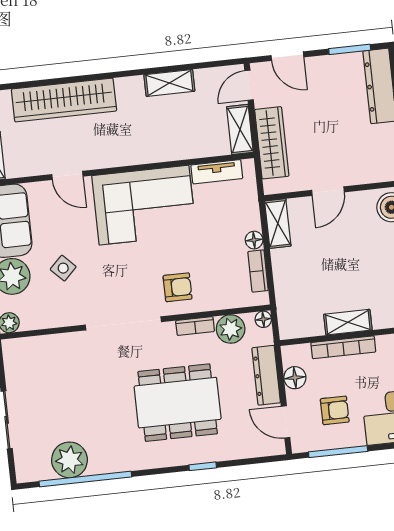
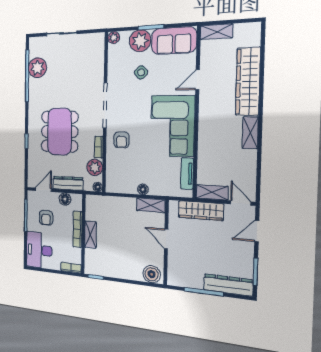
shelving: (169, 83) -> (250, 133), moved
bookcase: (258, 271) -> (125, 189), removed

